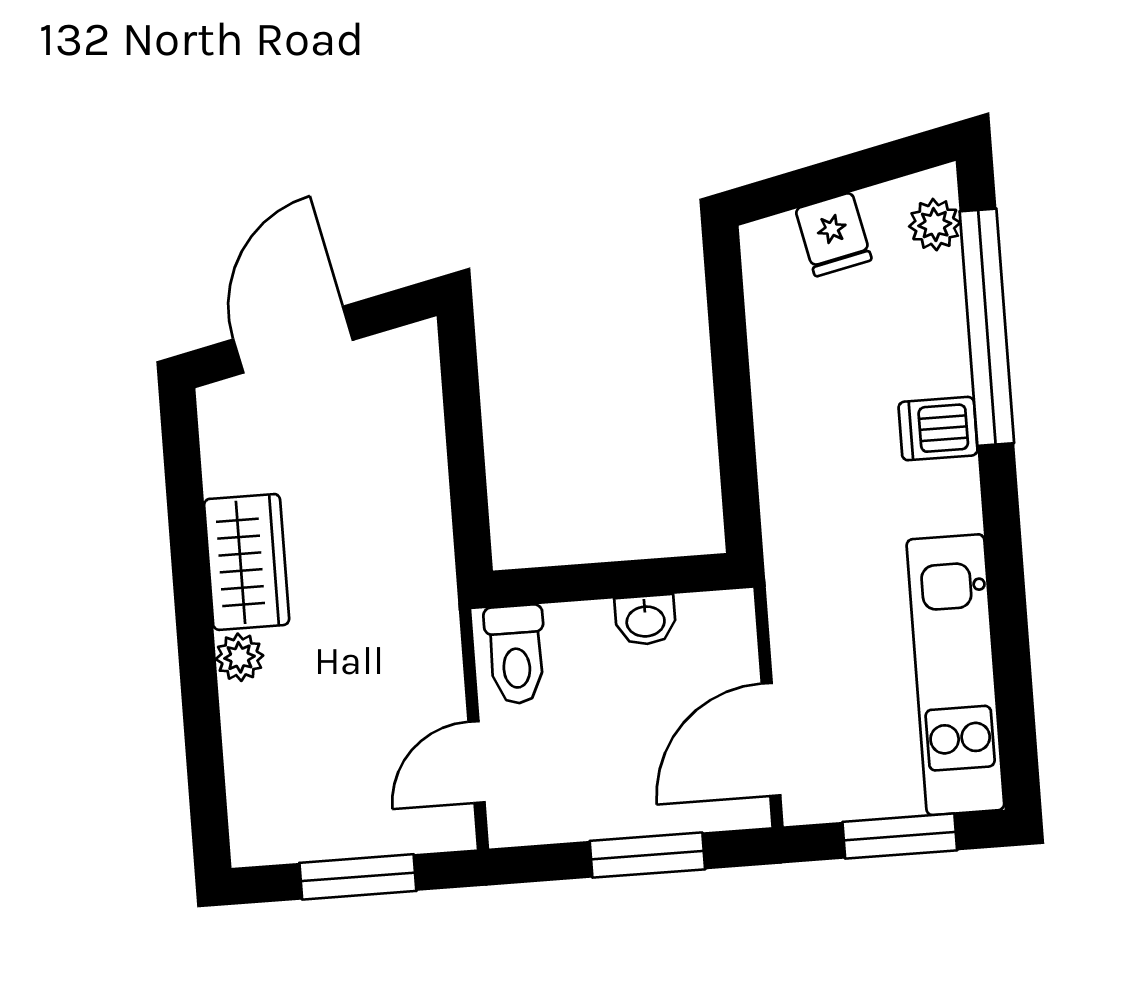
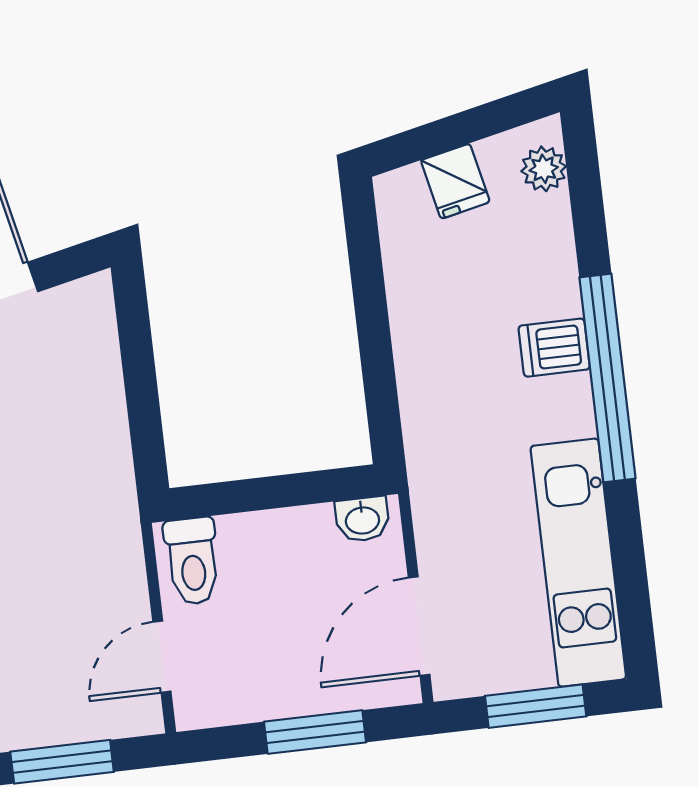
window: (987, 327) -> (607, 378), moved
washbasin: (645, 620) -> (362, 519), moved

